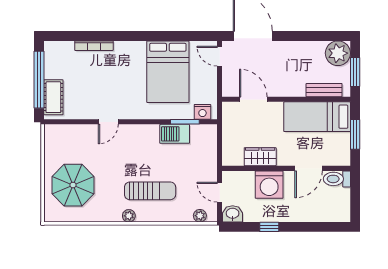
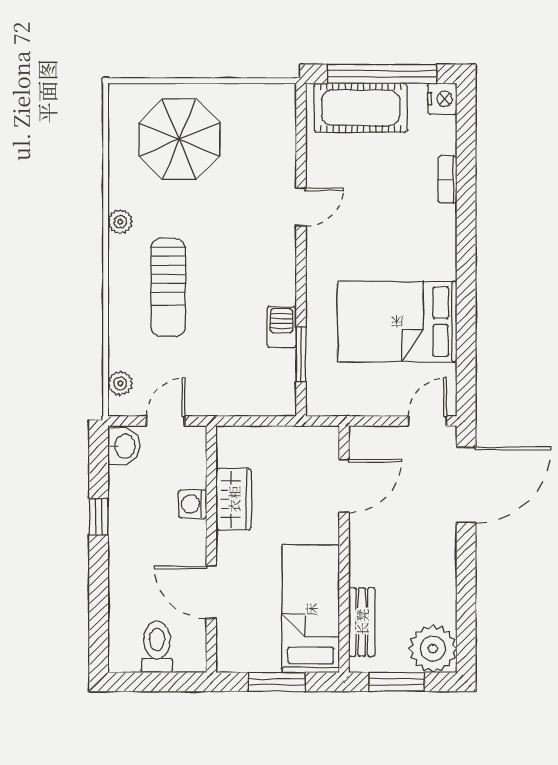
bookcase: (94, 46) -> (447, 179), width x0.64
cot: (53, 97) -> (361, 108), width x1.37, depth x1.34
nightstand: (202, 112) -> (442, 99), moved, turned 180
door: (108, 122) -> (301, 207), swing flipped
barbecue: (175, 134) -> (282, 327), width x0.73, depth x0.79
toilet: (337, 179) -> (157, 647), moved
washing machine: (269, 185) -> (193, 504), width x0.53, depth x0.53
plant: (129, 216) -> (120, 222), moved

